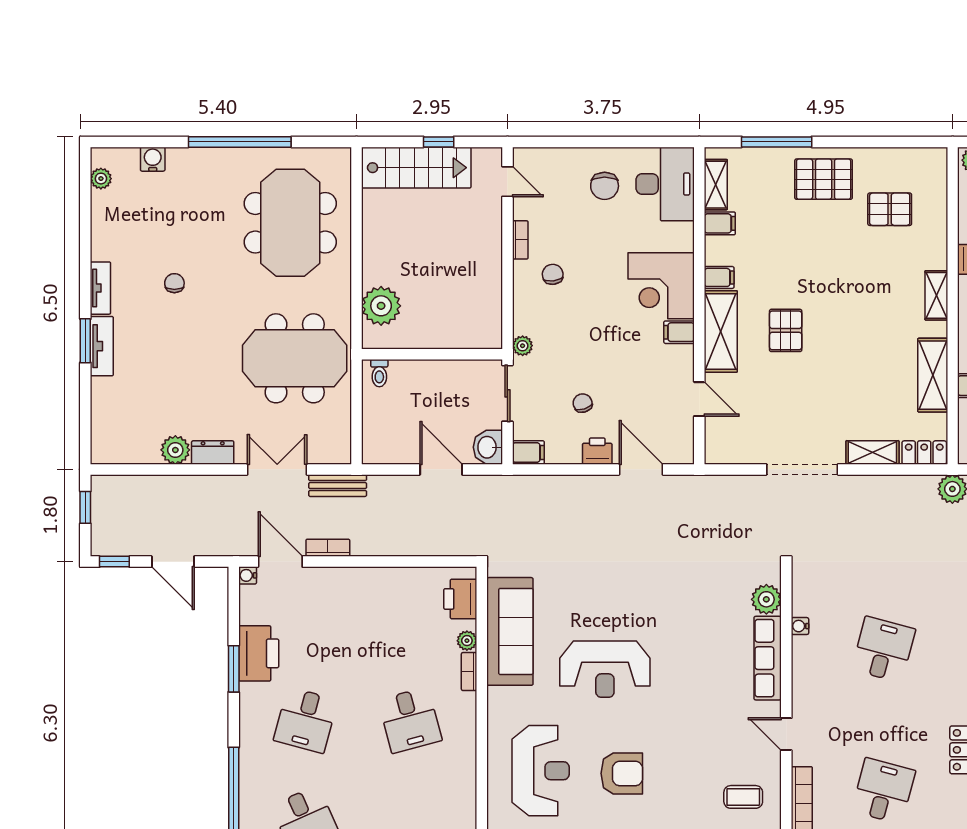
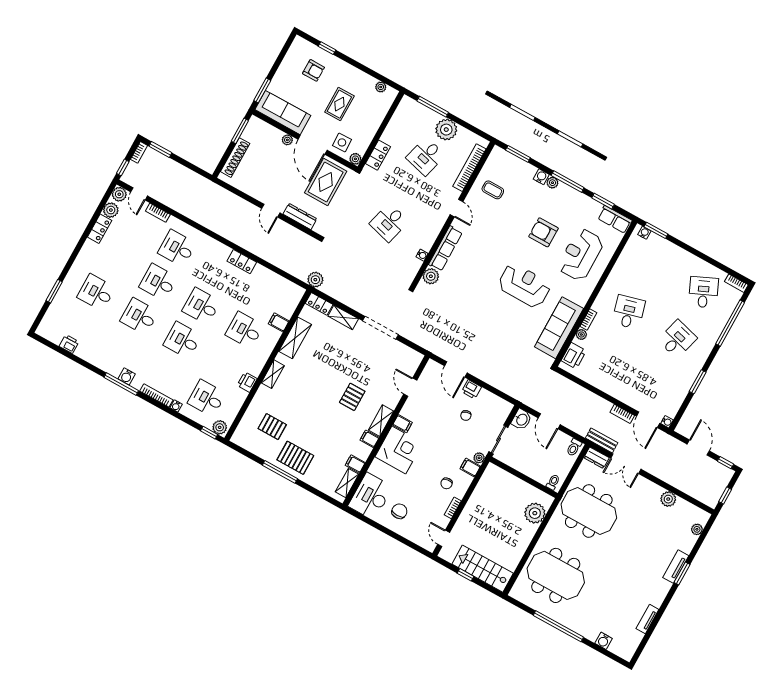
window: (777, 142) -> (280, 472), moved
plant: (101, 179) -> (697, 529), moved
meeting table: (290, 223) -> (556, 575), turned 90
chair: (174, 283) -> (625, 577), removed
tv unit: (100, 288) -> (647, 619), moved
shelving: (721, 331) -> (381, 421), width x0.67, depth x0.75
toilet: (377, 449) -> (574, 447), added
dresser: (213, 452) -> (596, 458), moved
filing cabinet: (528, 452) -> (470, 467), moved
printer: (259, 653) -> (682, 382), removed

